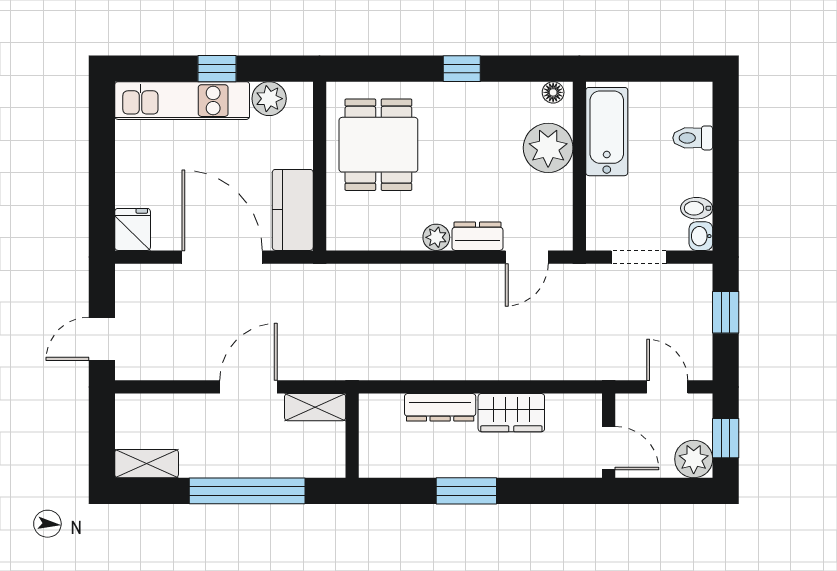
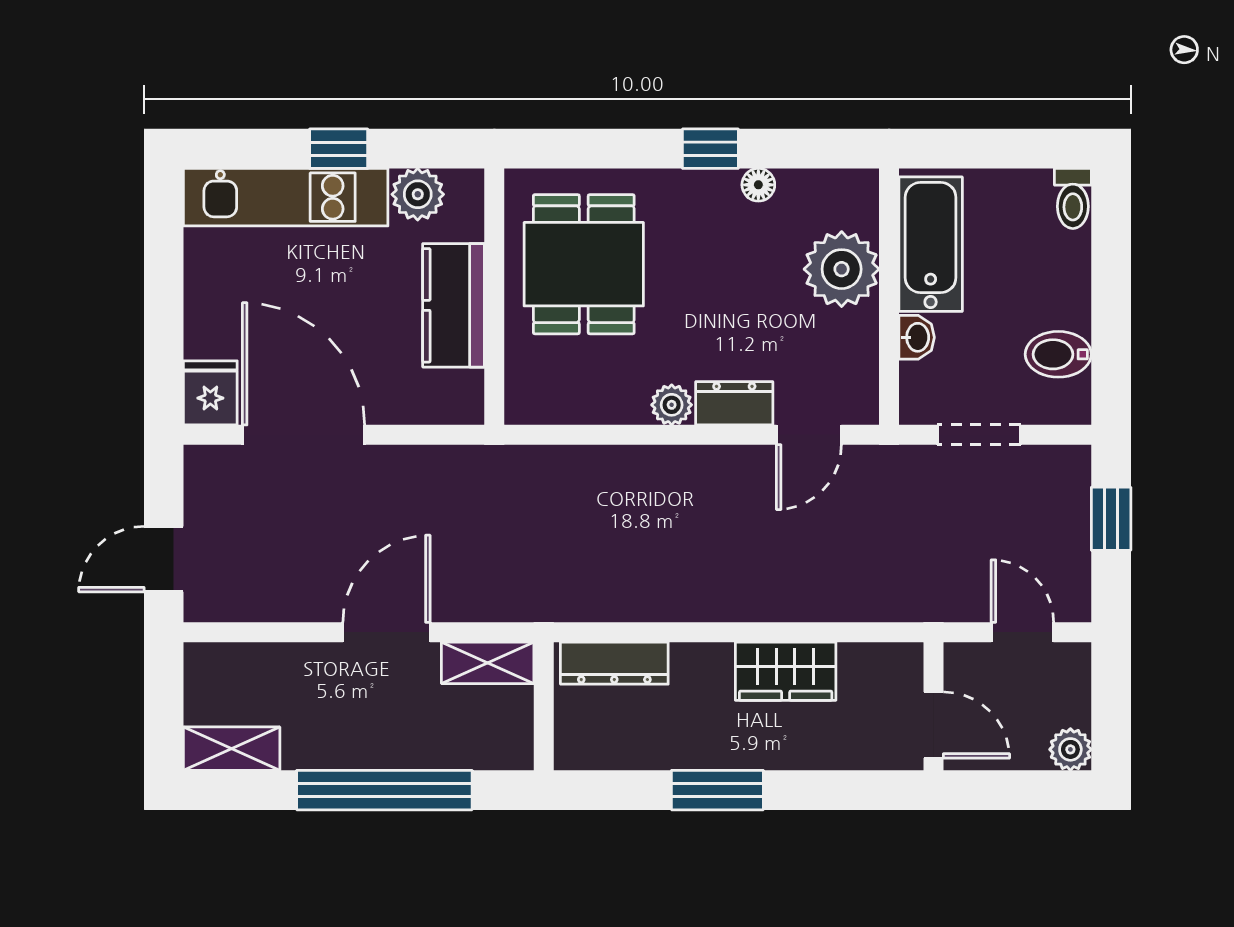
floor lamp: (553, 92) -> (758, 185), moved
toilet: (693, 138) -> (1073, 198), moved, turned -90
bidet: (697, 208) -> (1058, 354), width x1.38, depth x1.36
kitchen counter: (293, 210) -> (454, 305), moved
washbasin: (701, 236) -> (917, 337), moved, turned 180
door: (222, 257) -> (304, 435), moved
dresser: (440, 407) -> (614, 663), moved
window: (726, 438) -> (1111, 710), removed
plant: (694, 459) -> (1070, 749), width x0.73, depth x0.73

